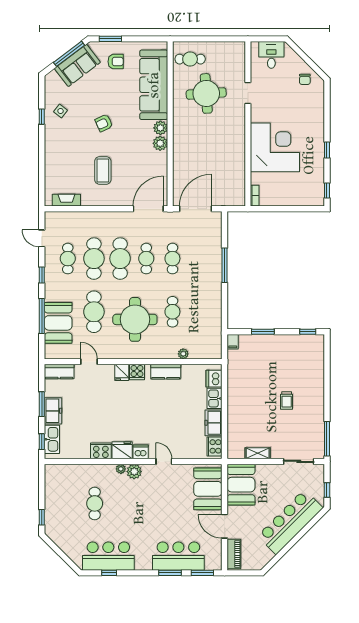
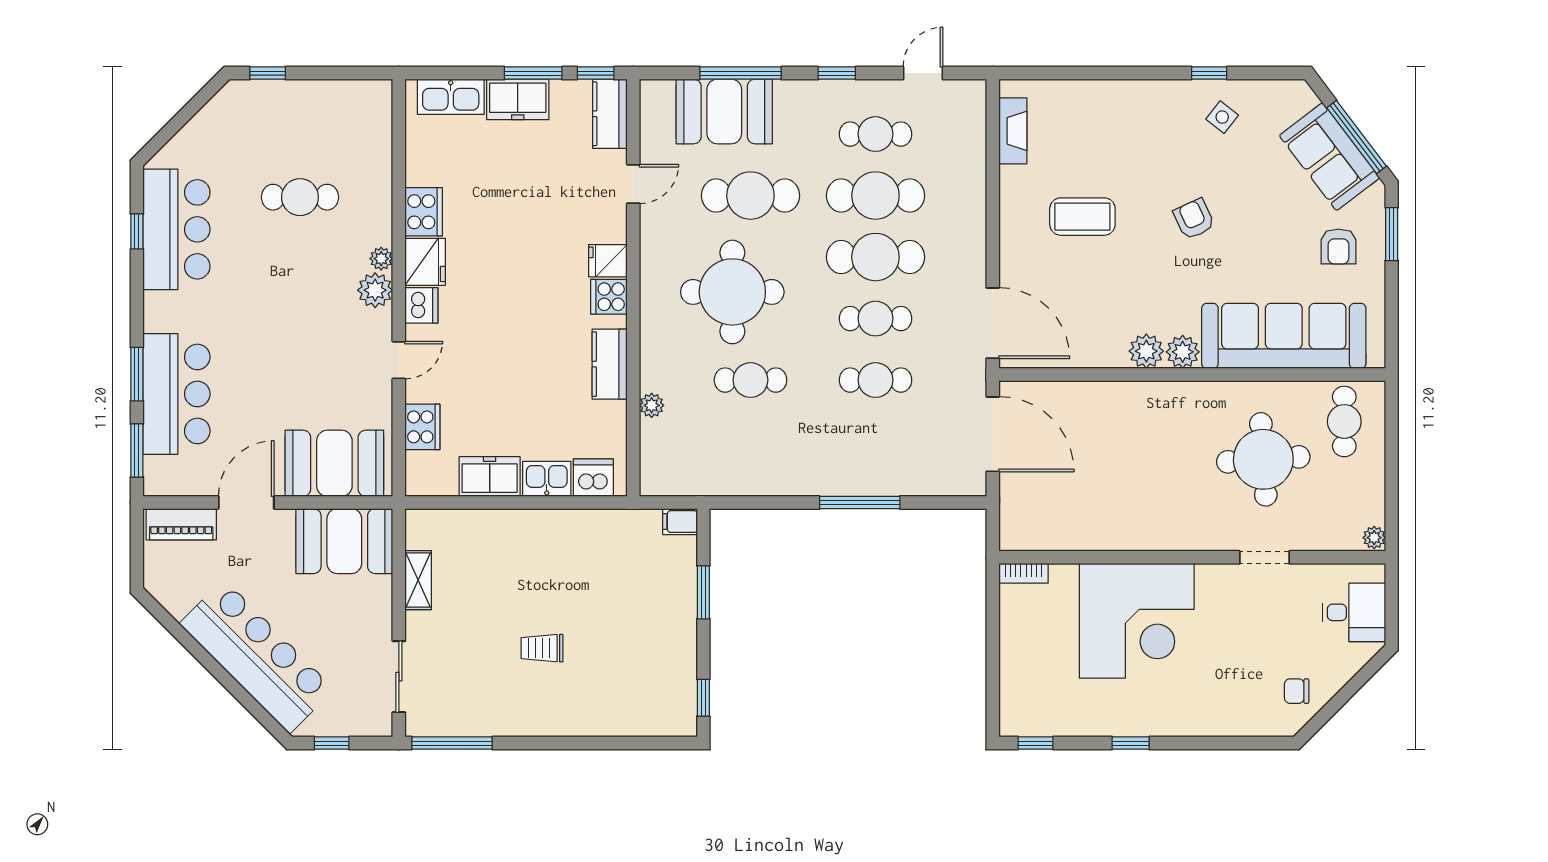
plant: (240, 46) -> (1374, 538), added
window: (42, 442) -> (596, 73), moved
cooker: (215, 446) -> (422, 427), moved, turned 90

